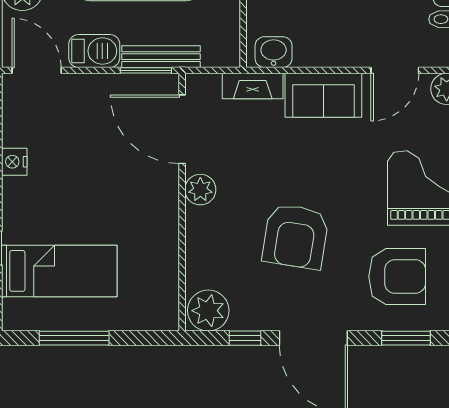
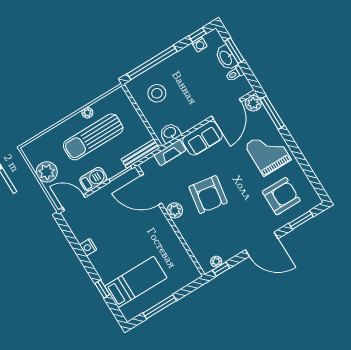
bench: (161, 57) -> (140, 154), moved
door: (395, 70) -> (226, 109), width x1.36
armchair: (295, 236) -> (208, 195), moved
plant: (208, 311) -> (216, 262), width x0.53, depth x0.53
window: (245, 338) -> (221, 269), moved

